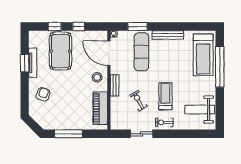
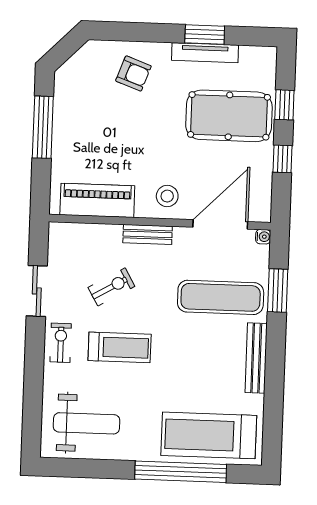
weight bench: (200, 110) -> (86, 423), turned 90

